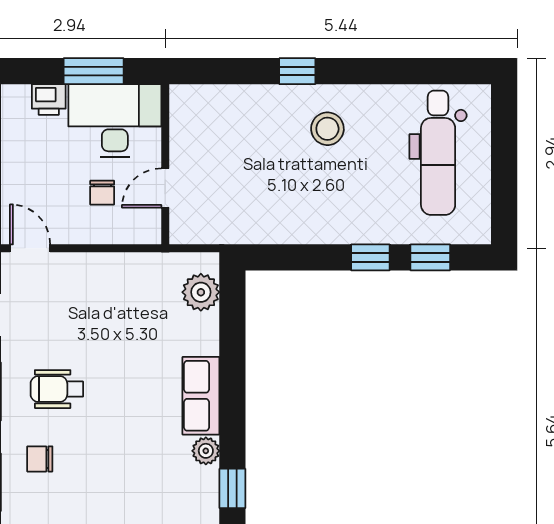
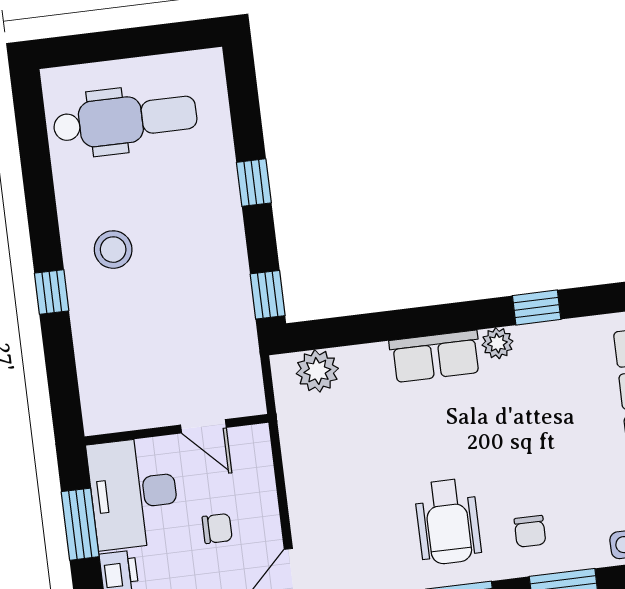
chair: (102, 193) -> (217, 528), moved
window: (430, 257) -> (268, 295), moved
wheelchair: (57, 389) -> (448, 522), width x1.36, depth x1.37

